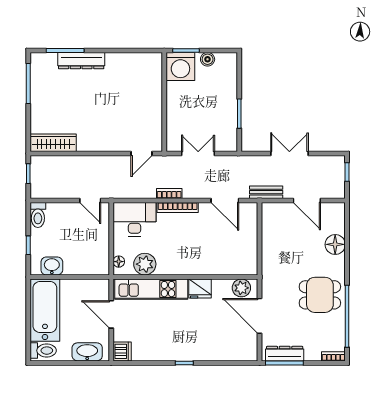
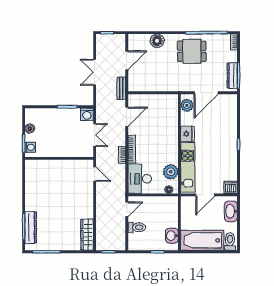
dresser: (81, 61) -> (31, 227), moved
washing machine: (180, 66) -> (30, 147), width x0.53, depth x0.53
washing machine: (228, 142) -> (87, 114), added
double door: (198, 154) -> (95, 135), swing flipped
toilet: (38, 215) -> (137, 227), moved
dining table: (320, 295) -> (192, 51), turned 90

